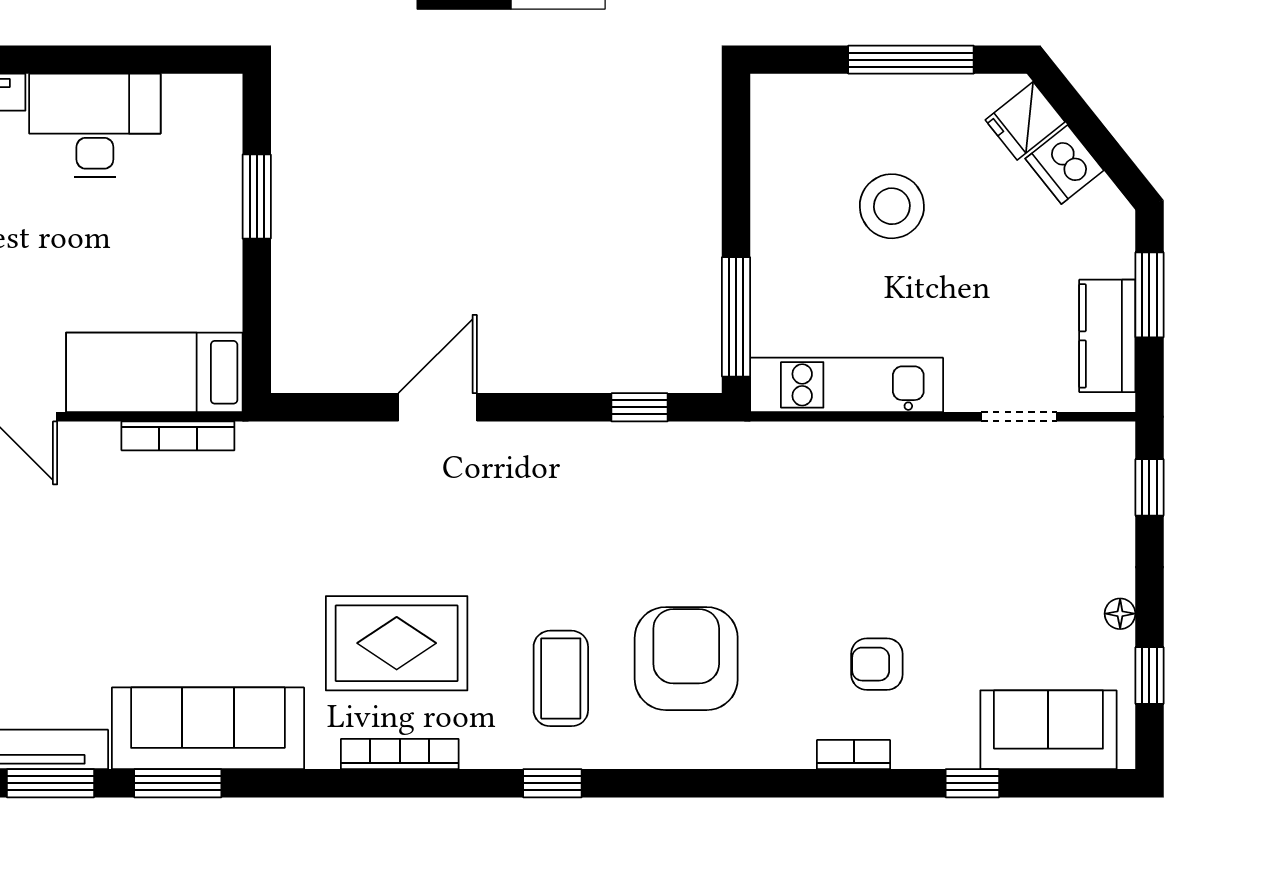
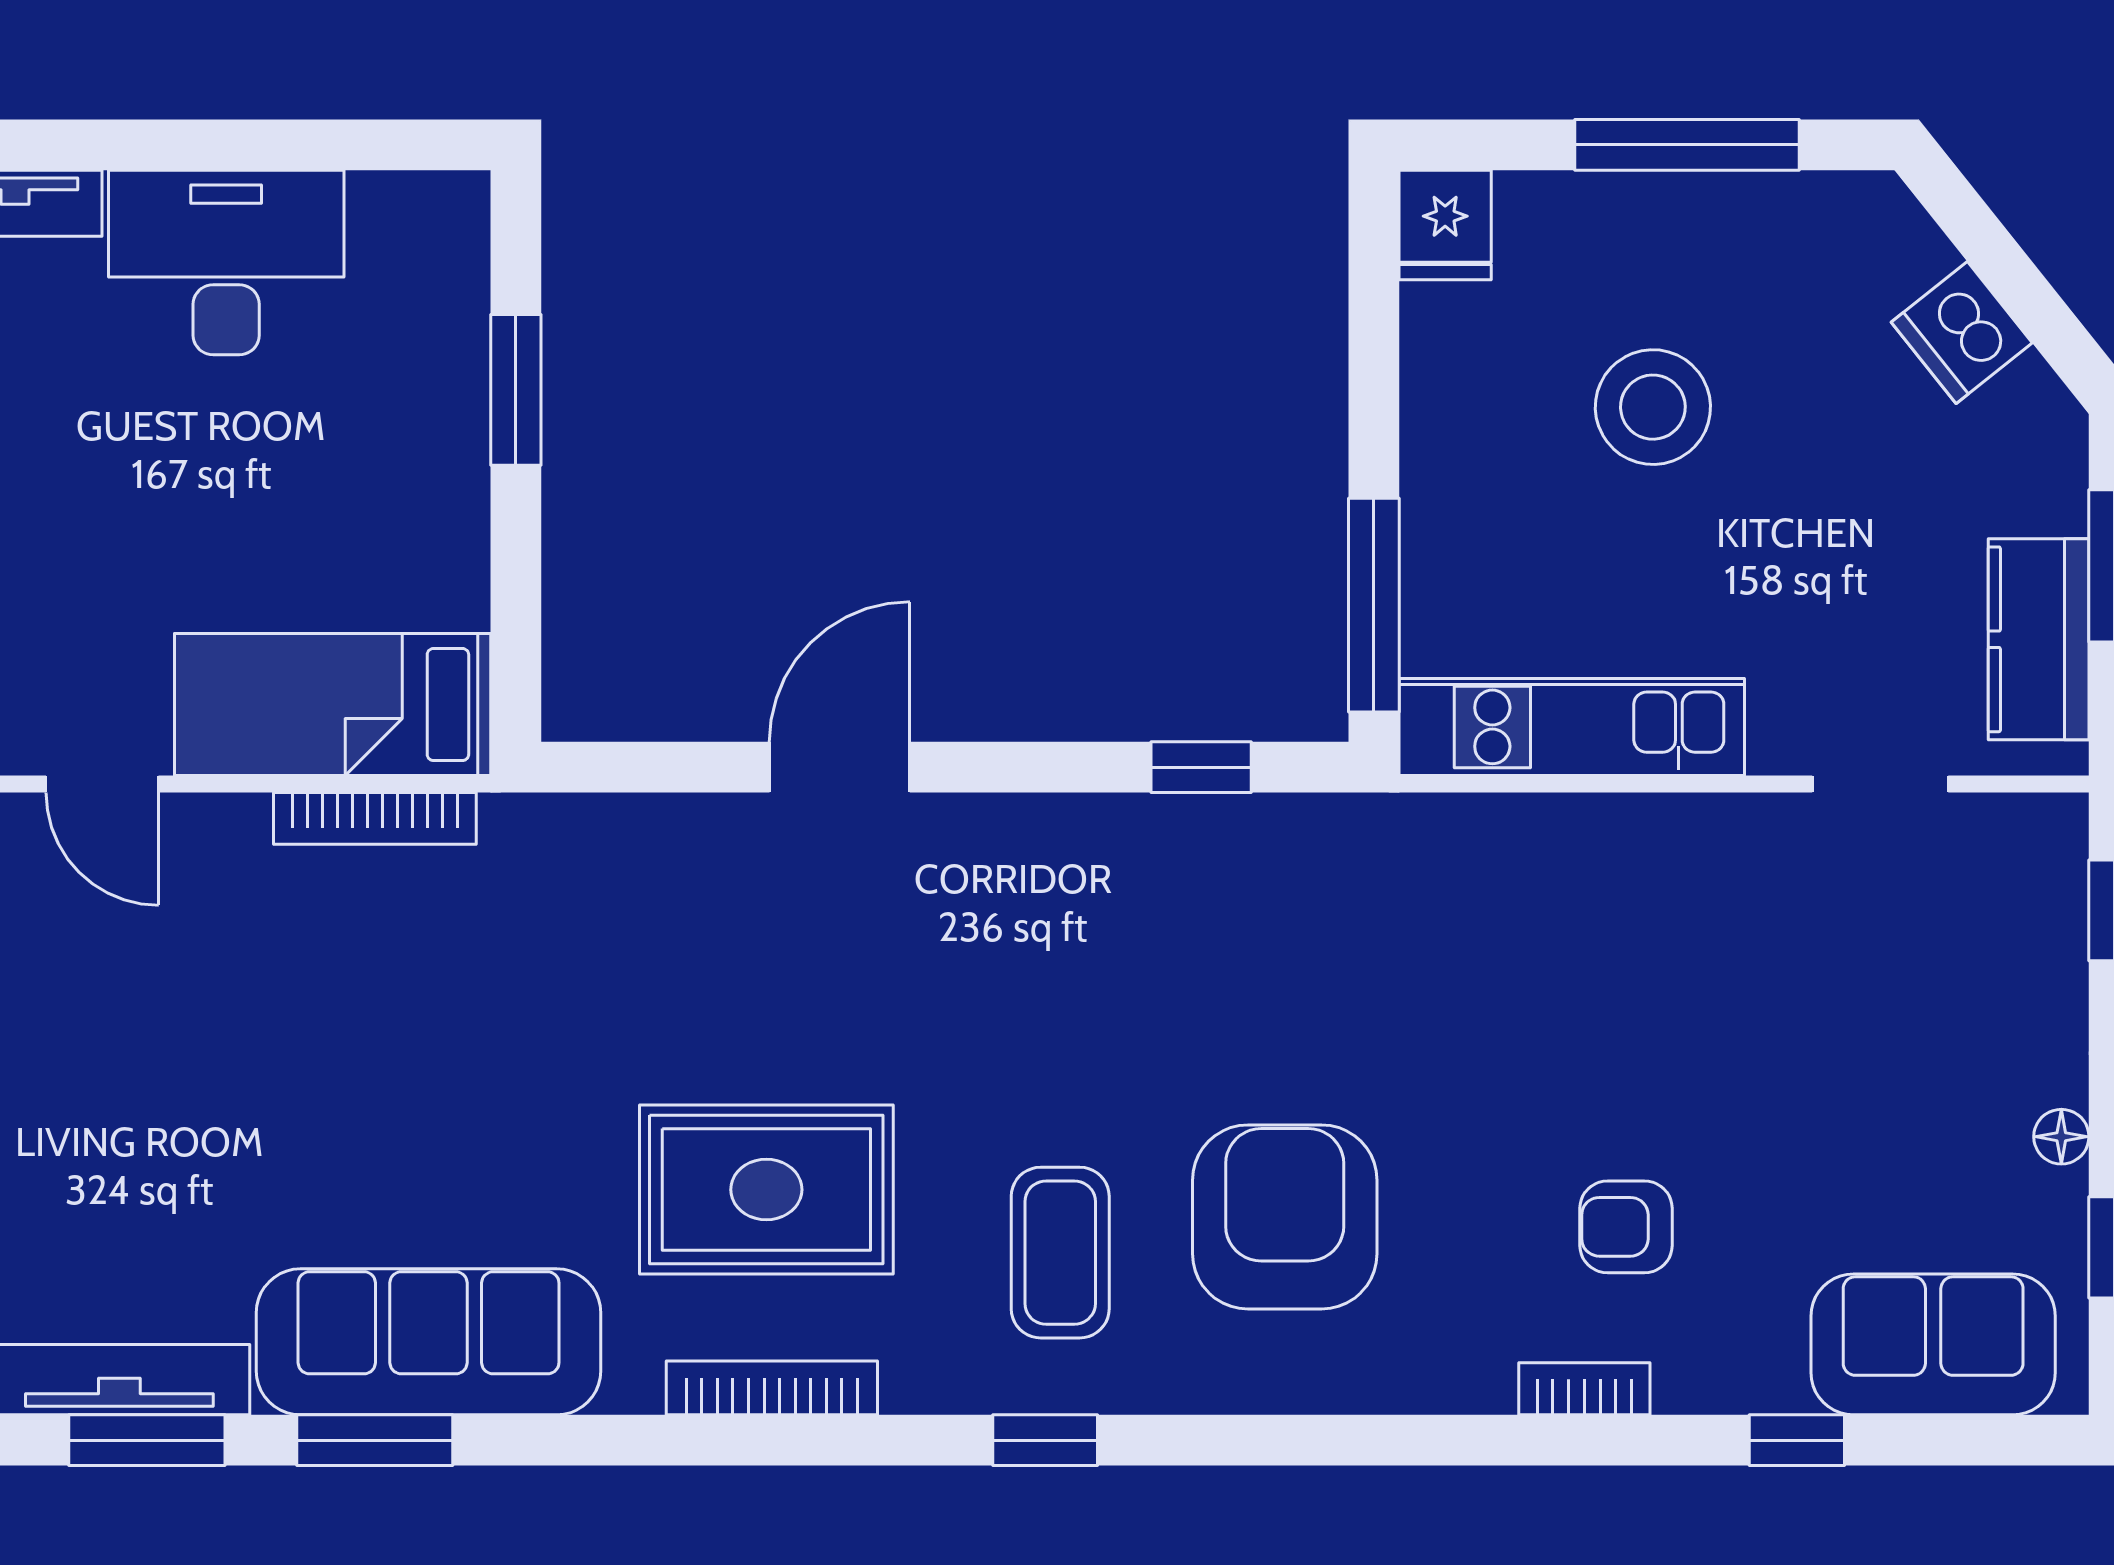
fridge: (1025, 121) -> (1445, 225), moved, turned -51

